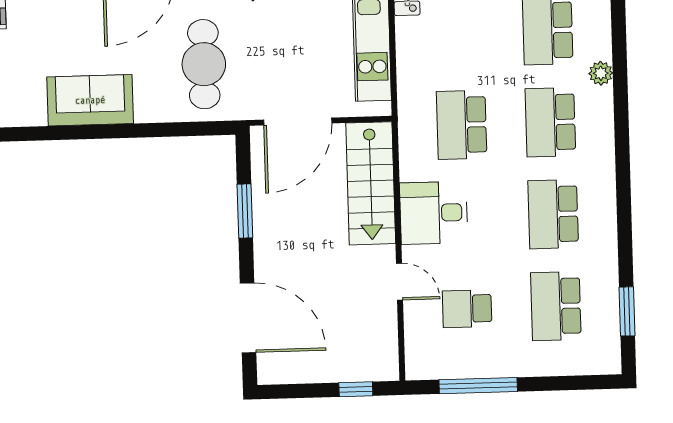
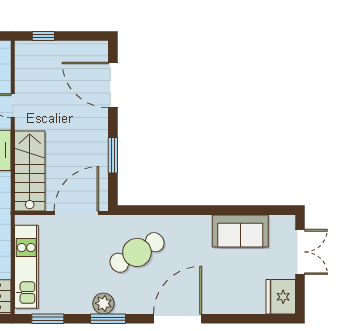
cafe table: (204, 64) -> (137, 252), turned 60
sofa: (90, 100) -> (240, 231), moved

